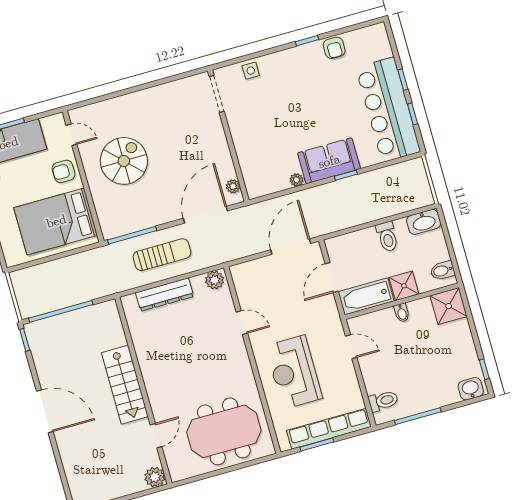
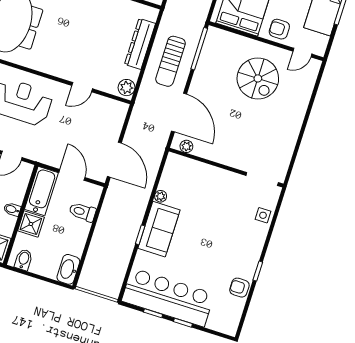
armchair: (63, 171) -> (279, 29), turned -90
toilet: (387, 237) -> (83, 212), moved

